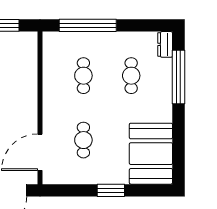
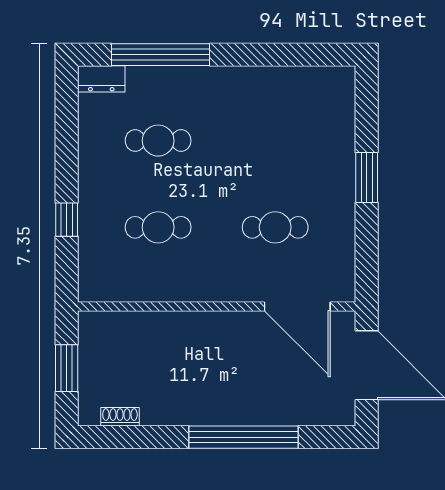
window: (88, 25) -> (67, 220), width x0.32
booth: (151, 154) -> (300, 105), removed

